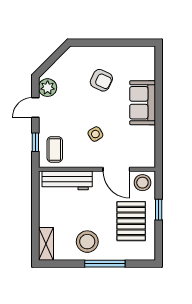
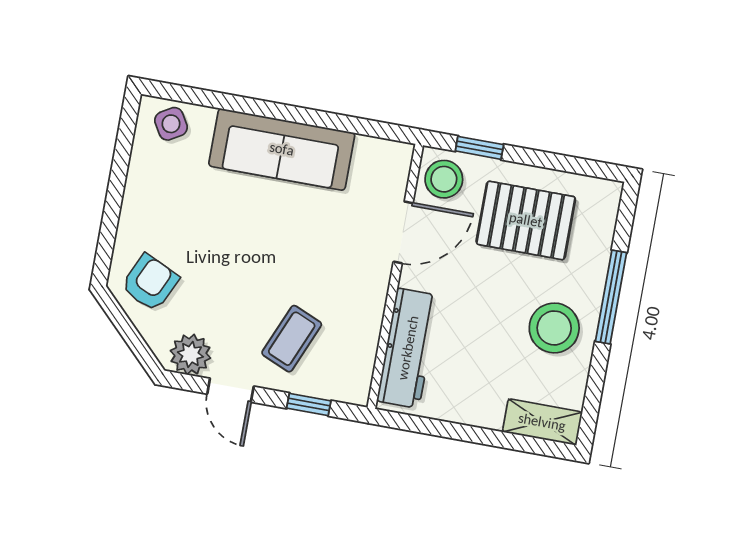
armchair: (101, 80) -> (150, 283), moved
sofa: (143, 103) -> (282, 149), width x1.36
side table: (95, 134) -> (171, 124), moved
coffee table: (55, 149) -> (292, 339), moved, turned -67
window: (159, 210) -> (479, 148), moved

